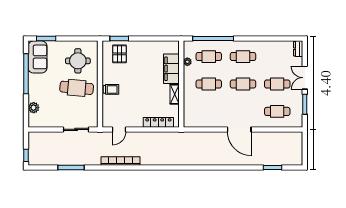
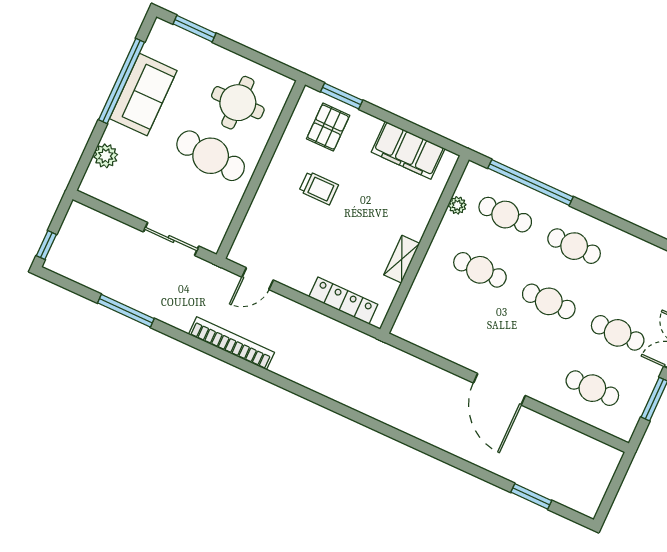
sofa: (37, 57) -> (143, 95), moved
filing cabinet: (171, 69) -> (408, 150), moved, turned -90
trolley: (111, 89) -> (319, 188), moved

